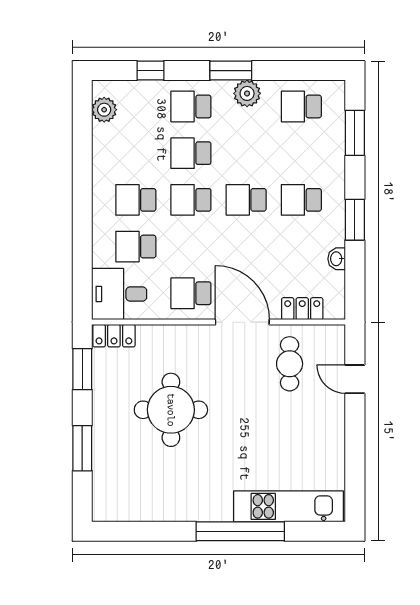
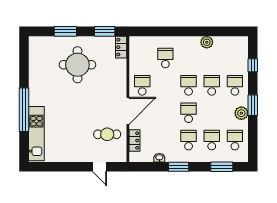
plant: (104, 110) -> (207, 42), moved
school desk: (136, 200) -> (212, 140), moved
desk: (119, 294) -> (142, 50), removed
door: (355, 379) -> (100, 167), swing flipped
round table: (171, 410) -> (77, 65), moved

